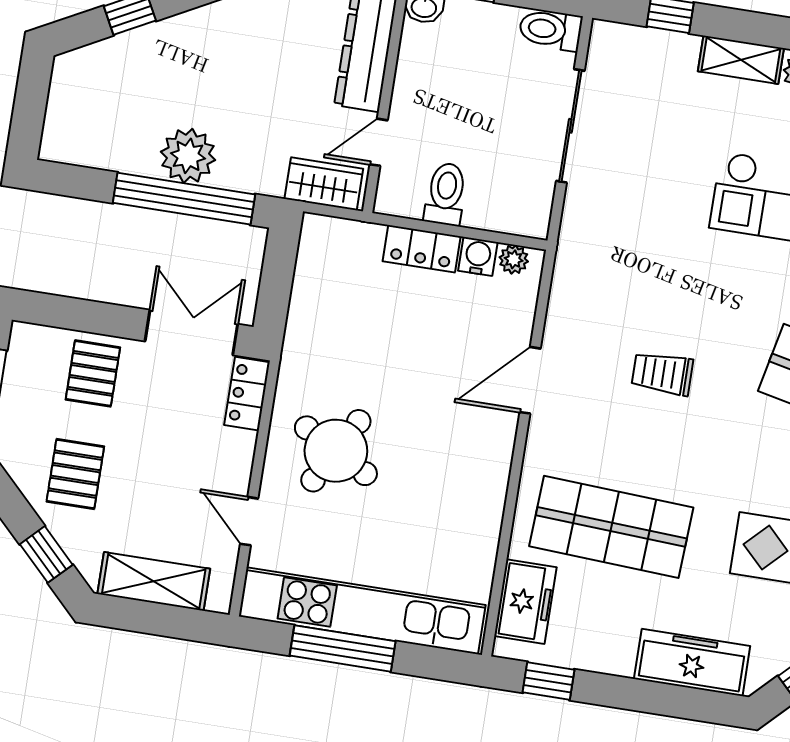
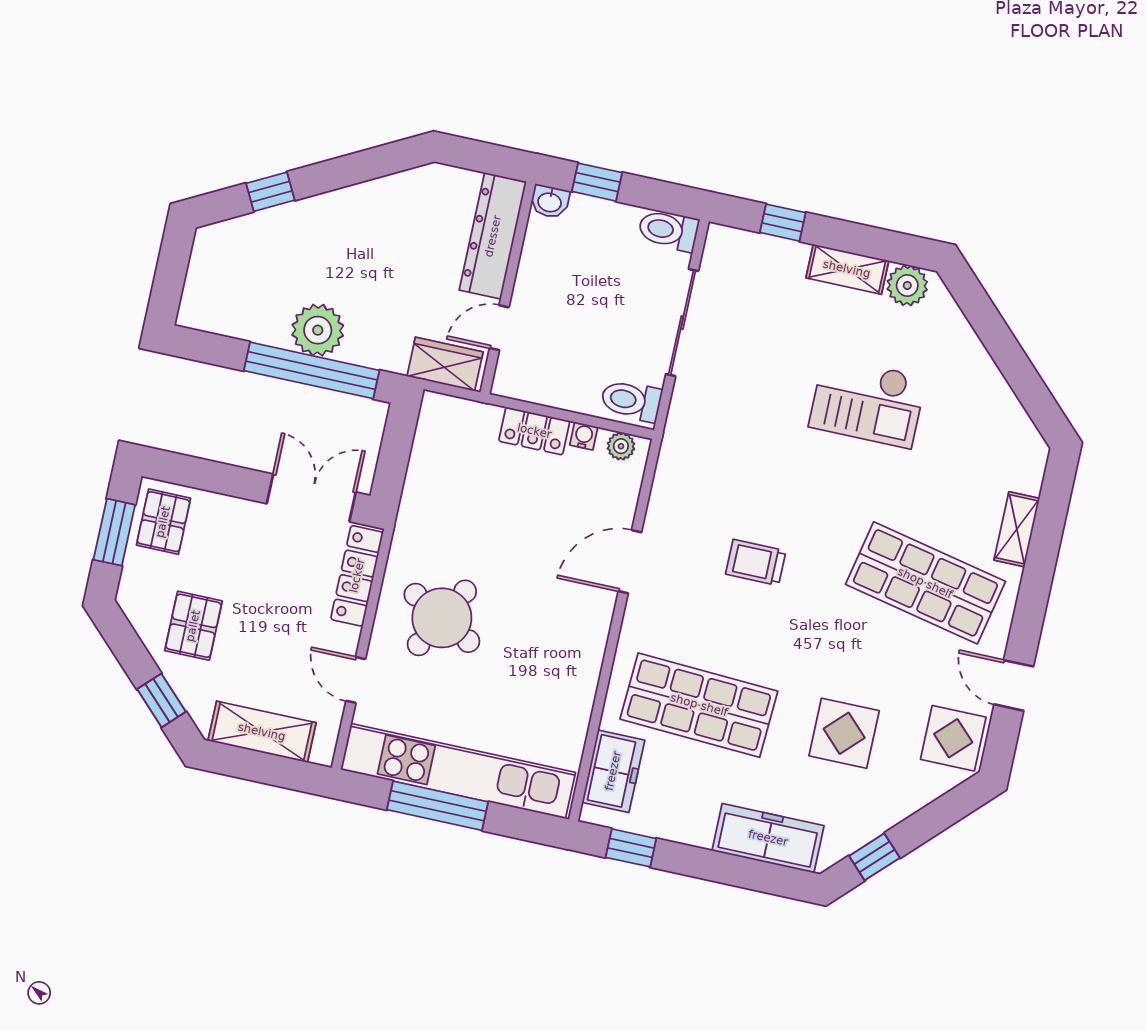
toilet: (446, 194) -> (631, 400), moved, turned -90
water cooler: (478, 256) -> (584, 436), width x0.72, depth x0.72
pallet: (93, 373) -> (163, 522), moved
locker: (247, 394) -> (357, 576), width x1.53

